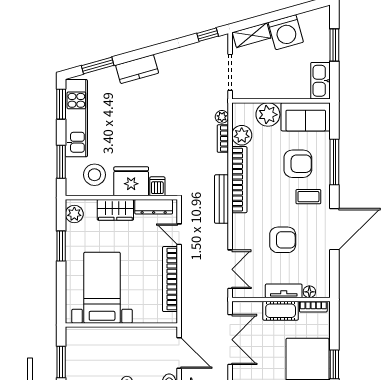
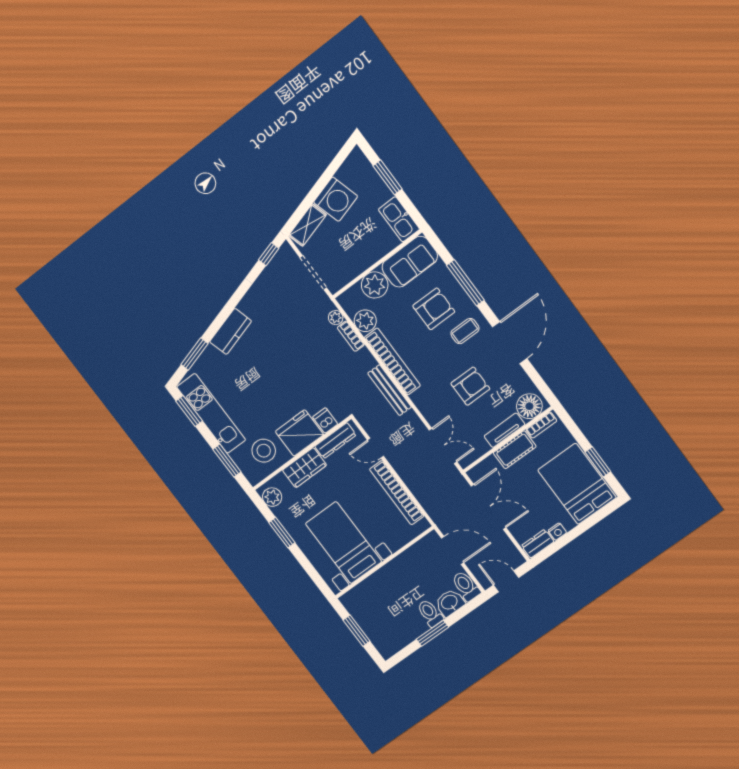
floor lamp: (309, 292) -> (529, 406), width x1.89, depth x1.89

